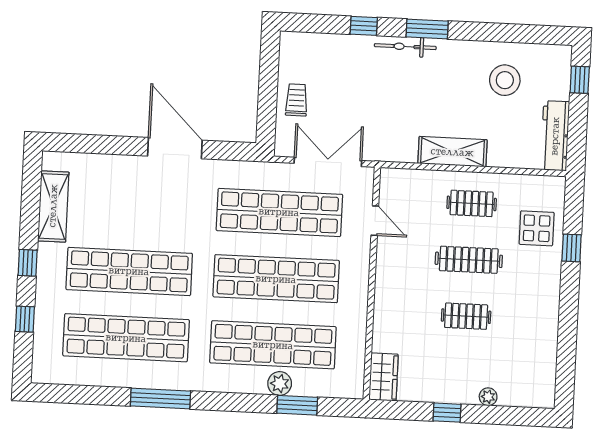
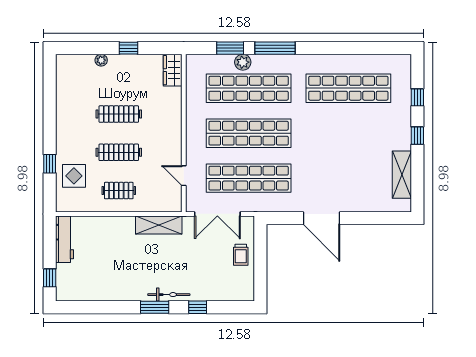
stool: (505, 80) -> (100, 275), removed
shelving: (452, 152) -> (159, 225), moved
shop shelf: (129, 271) -> (348, 133), removed
clothes rail: (466, 316) -> (119, 114), width x1.36
window: (160, 399) -> (275, 48), moved

